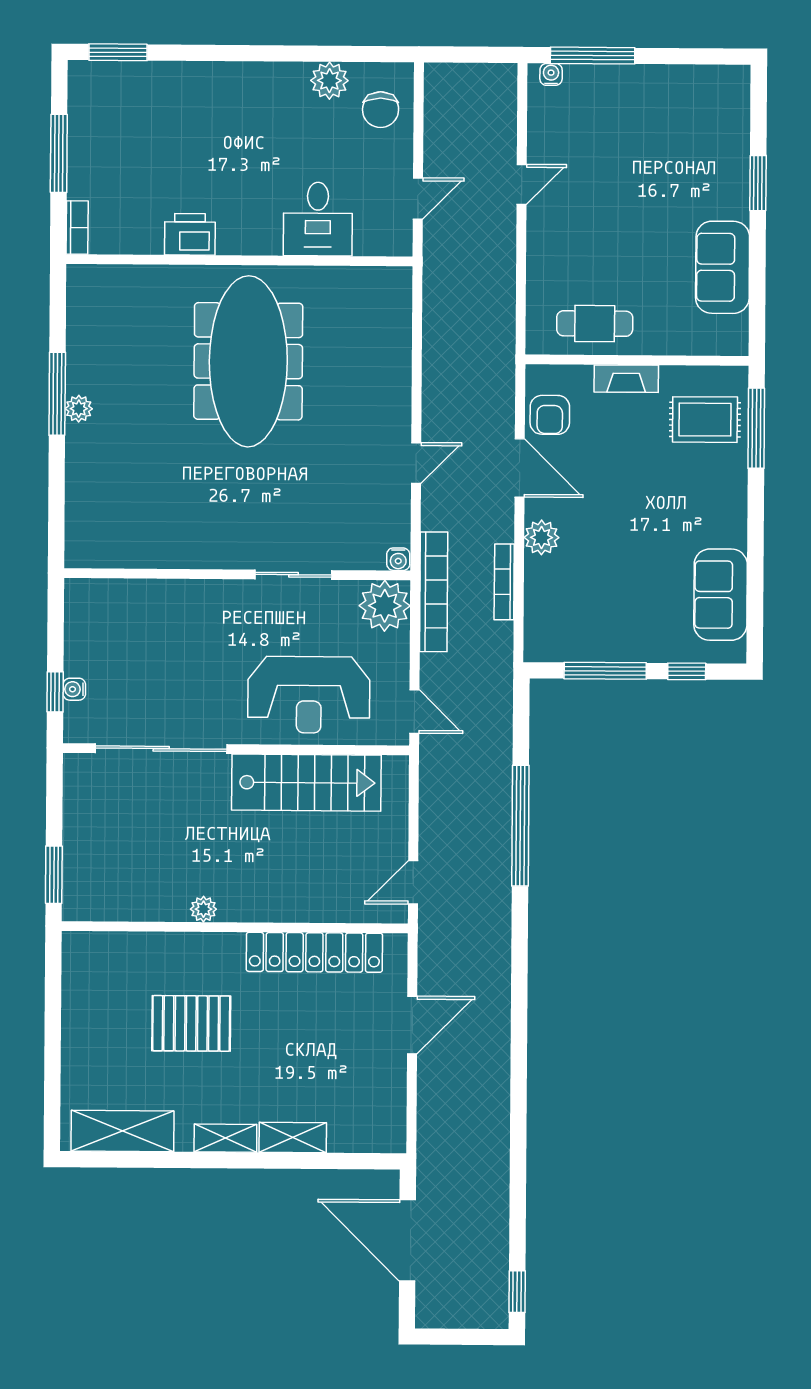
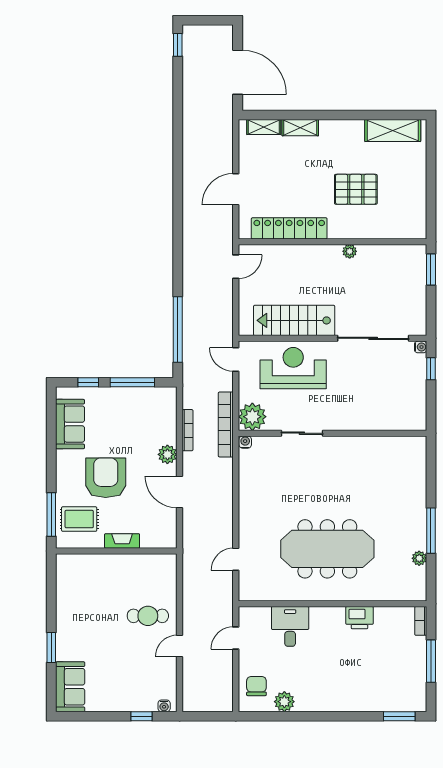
window: (593, 56) -> (142, 716), width x0.46
sofa: (723, 267) -> (70, 687), moved
cafe table: (595, 324) -> (148, 616), moved
meeting table: (248, 361) -> (327, 549), turned 90
plant: (79, 409) -> (419, 558), moved
armchair: (550, 415) -> (106, 478), moved, width x1.88, depth x1.88
door: (416, 463) -> (236, 559), moved
water cooler: (74, 689) -> (421, 347), moved
window: (520, 826) -> (178, 330), moved
shelving: (225, 1138) -> (264, 127), moved

